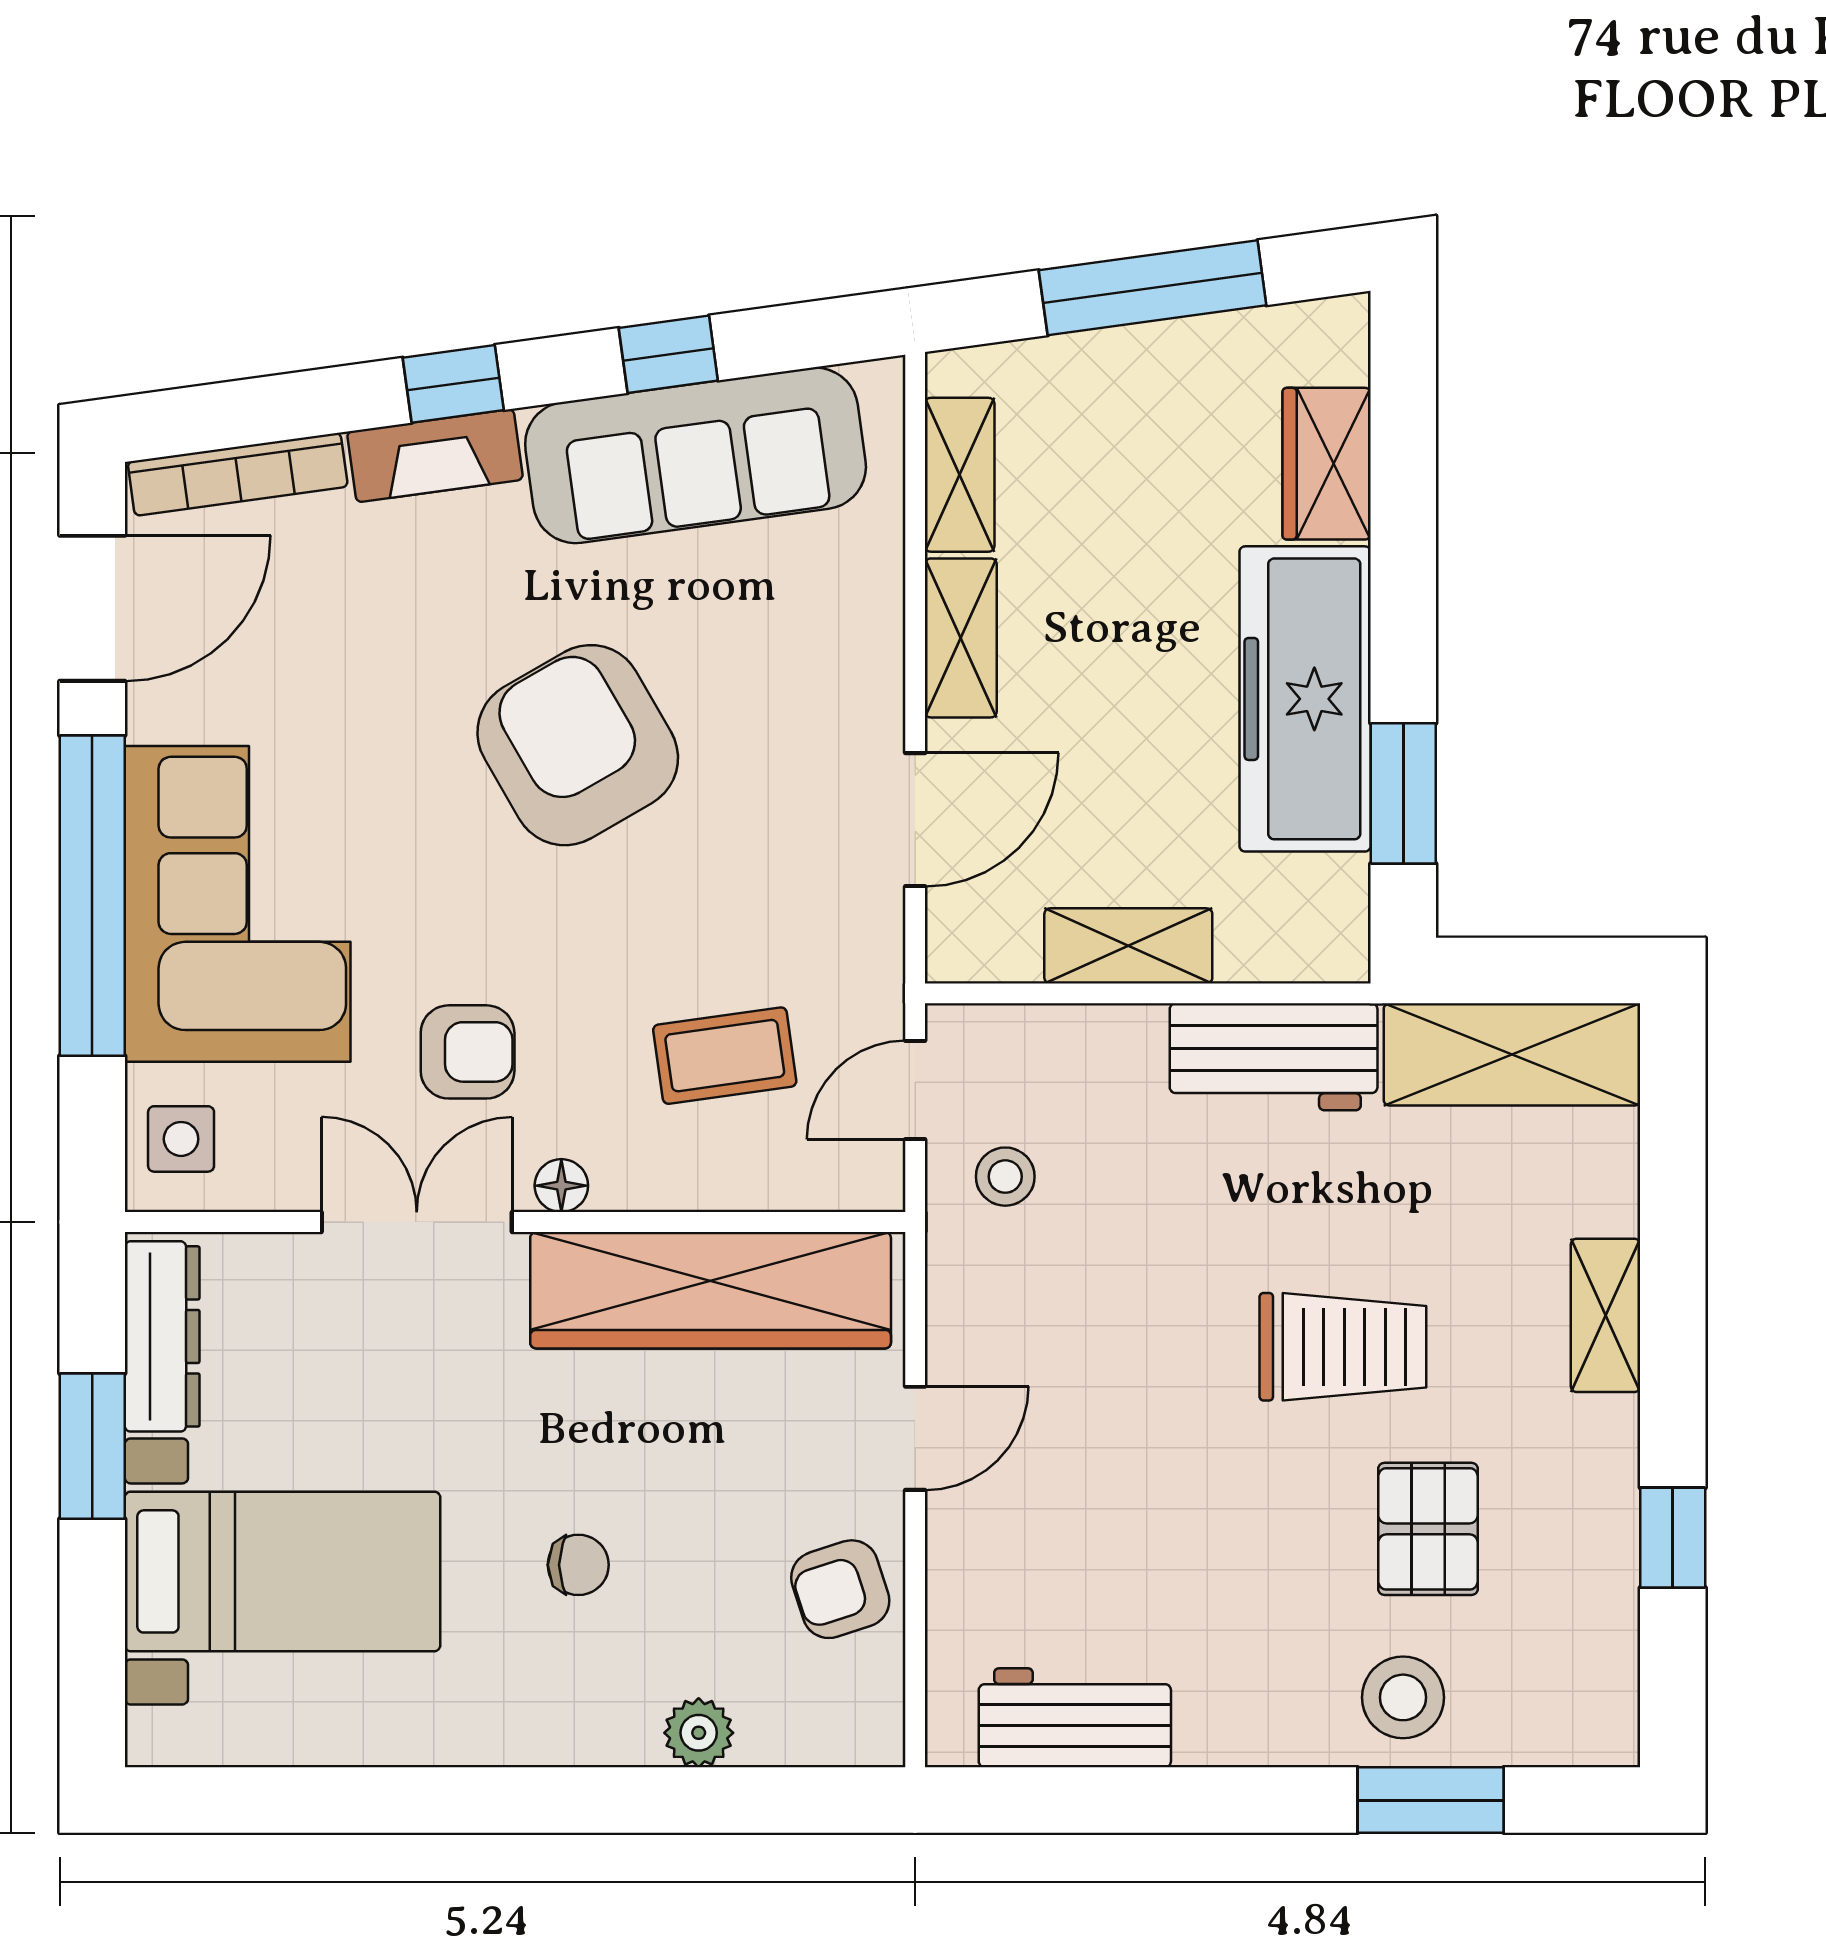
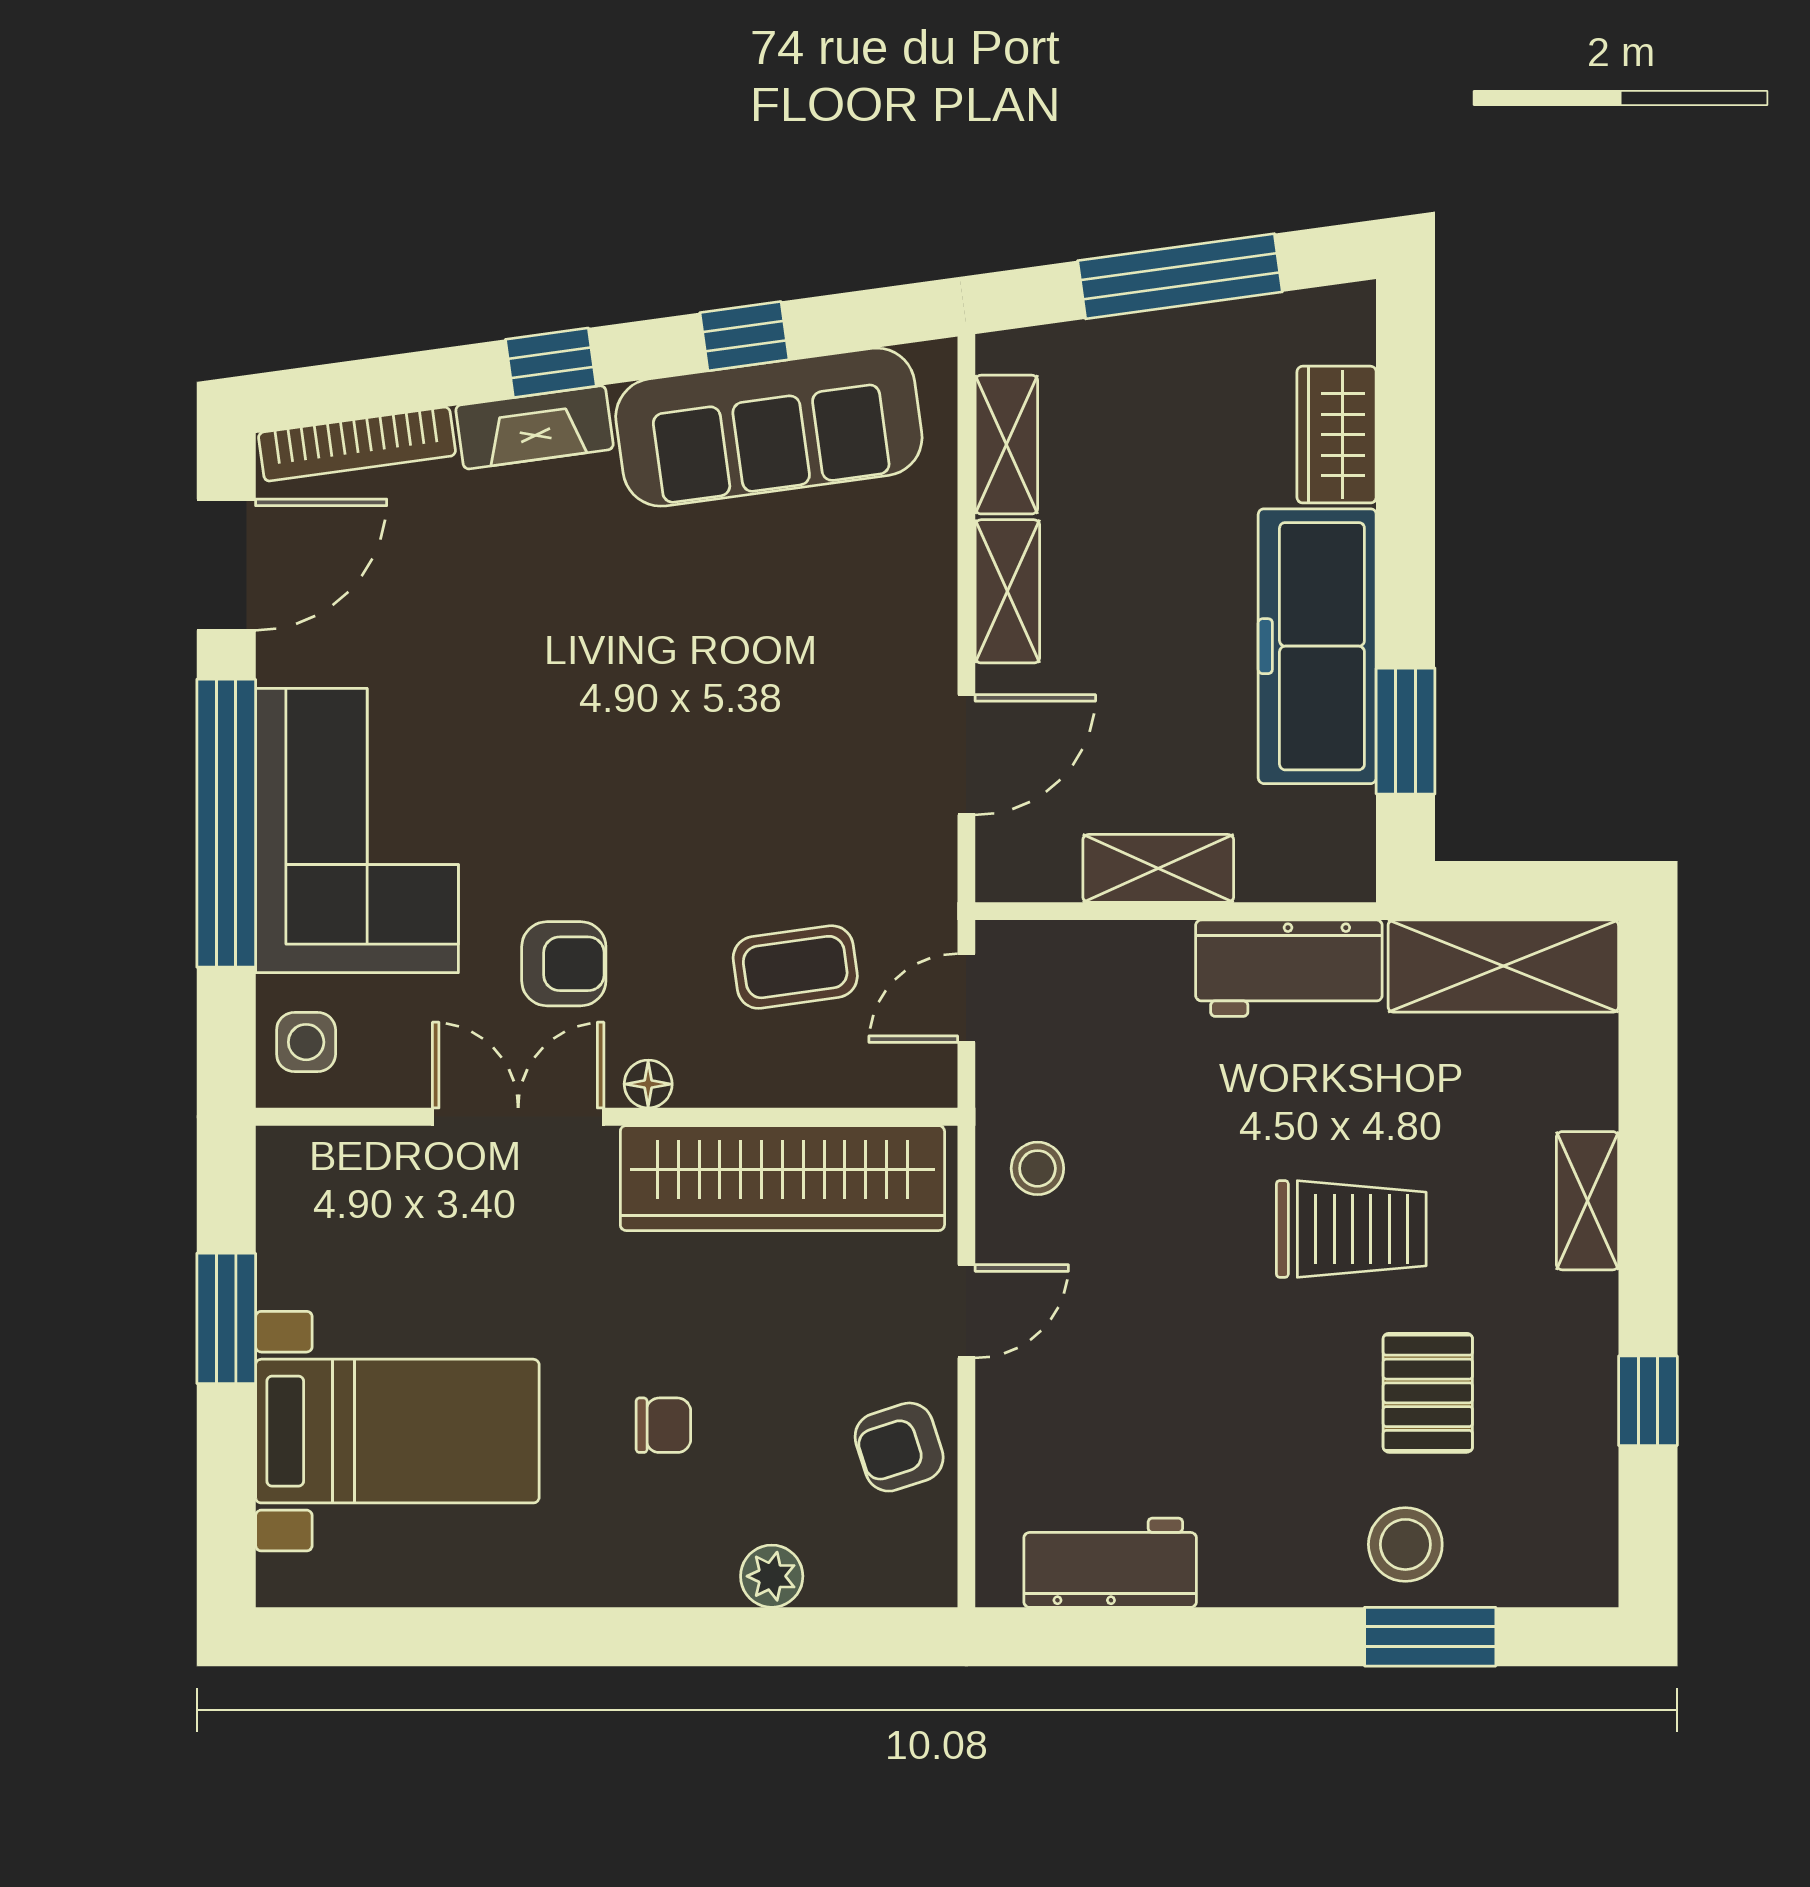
armchair: (578, 745) -> (663, 688), removed
stool: (1005, 1177) -> (1037, 1168), moved
dresser: (162, 1336) -> (289, 1220), removed

